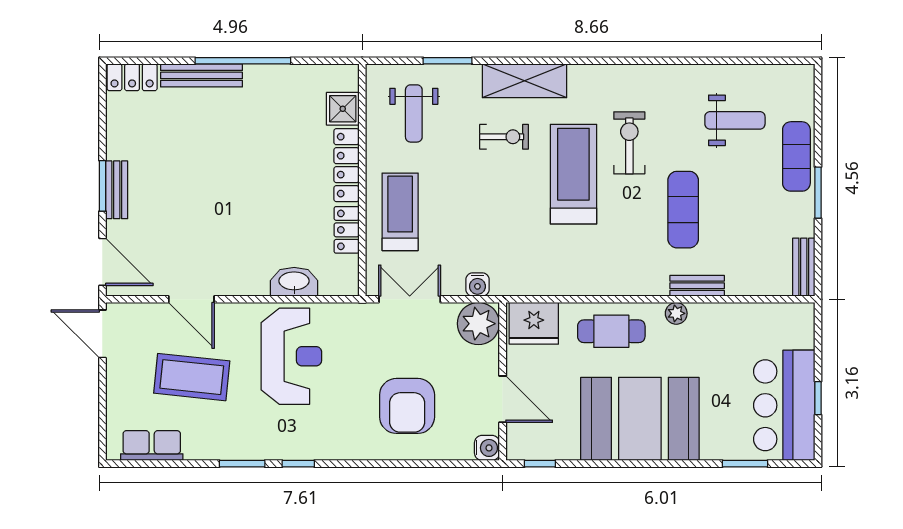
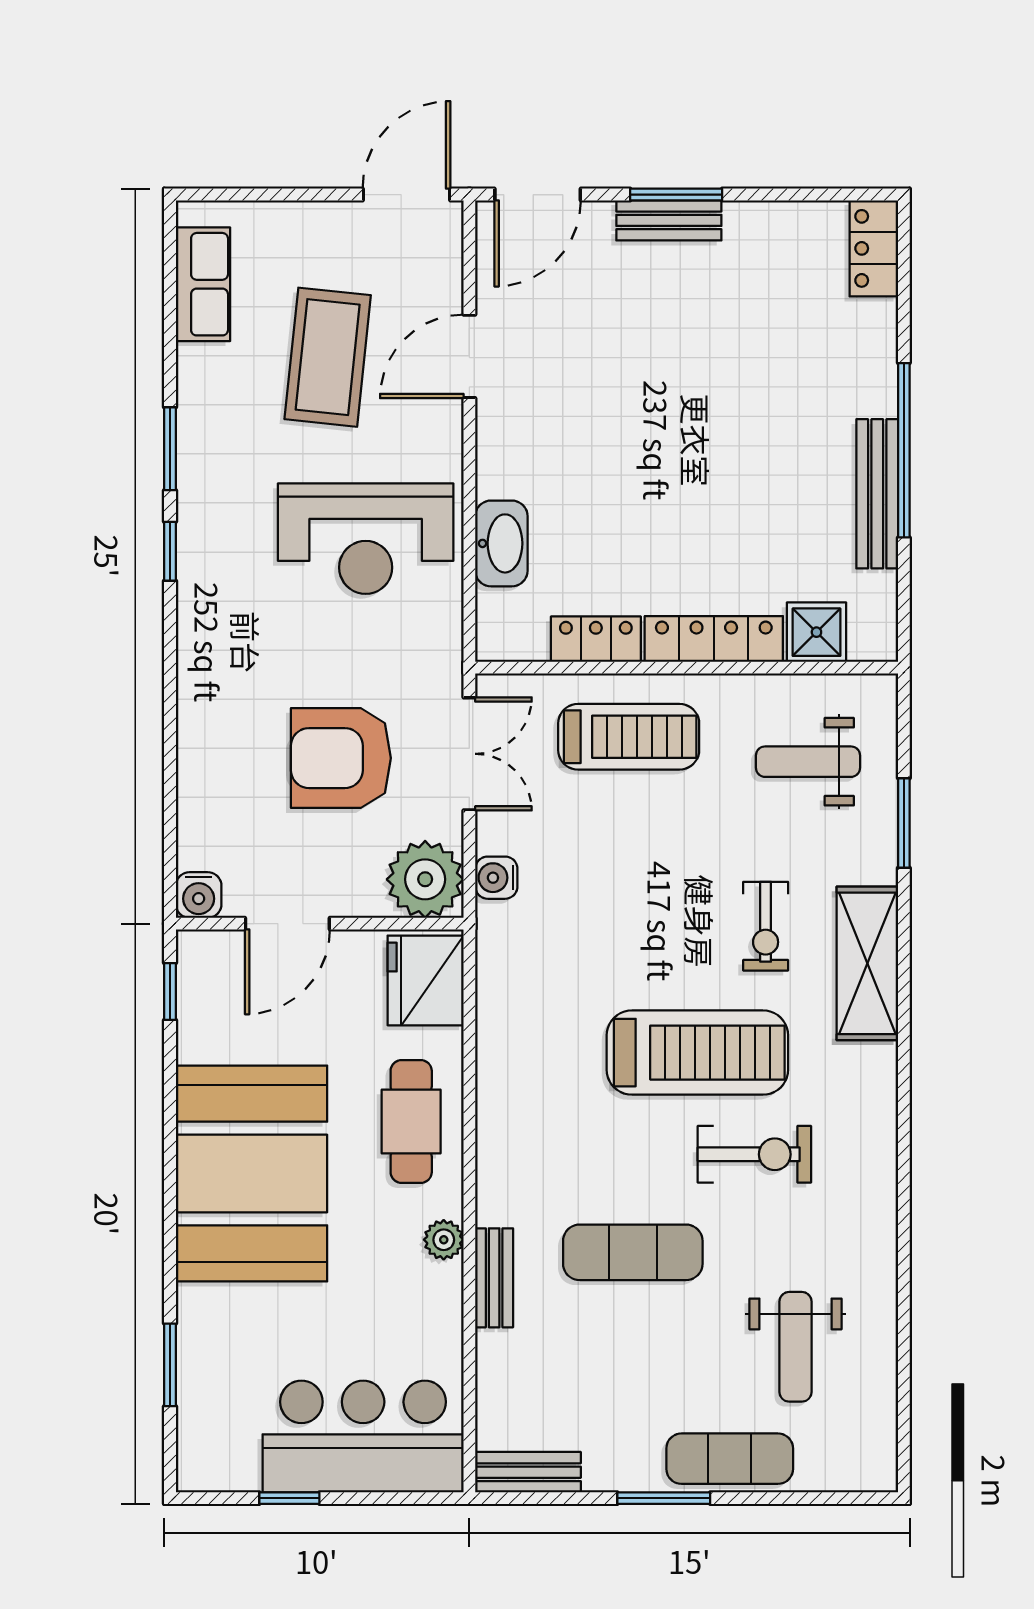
bench: (202, 75) -> (877, 494), moved
bar counter: (784, 405) -> (363, 1436), moved
armchair: (407, 406) -> (341, 758), moved

